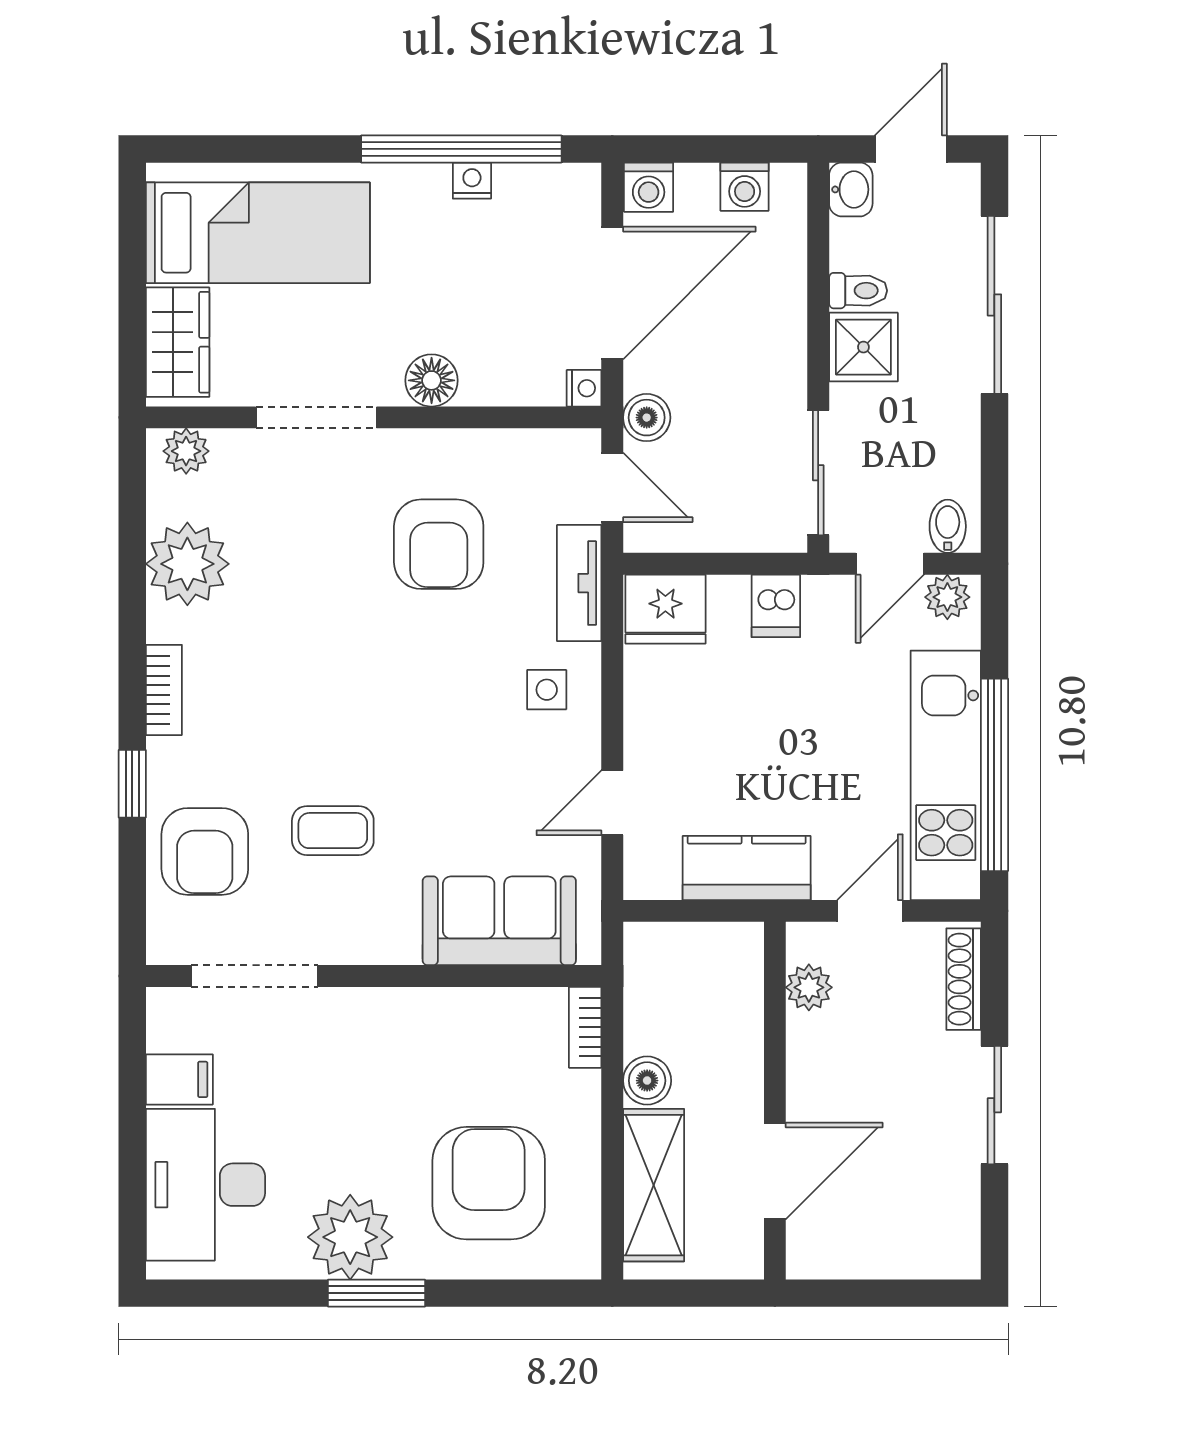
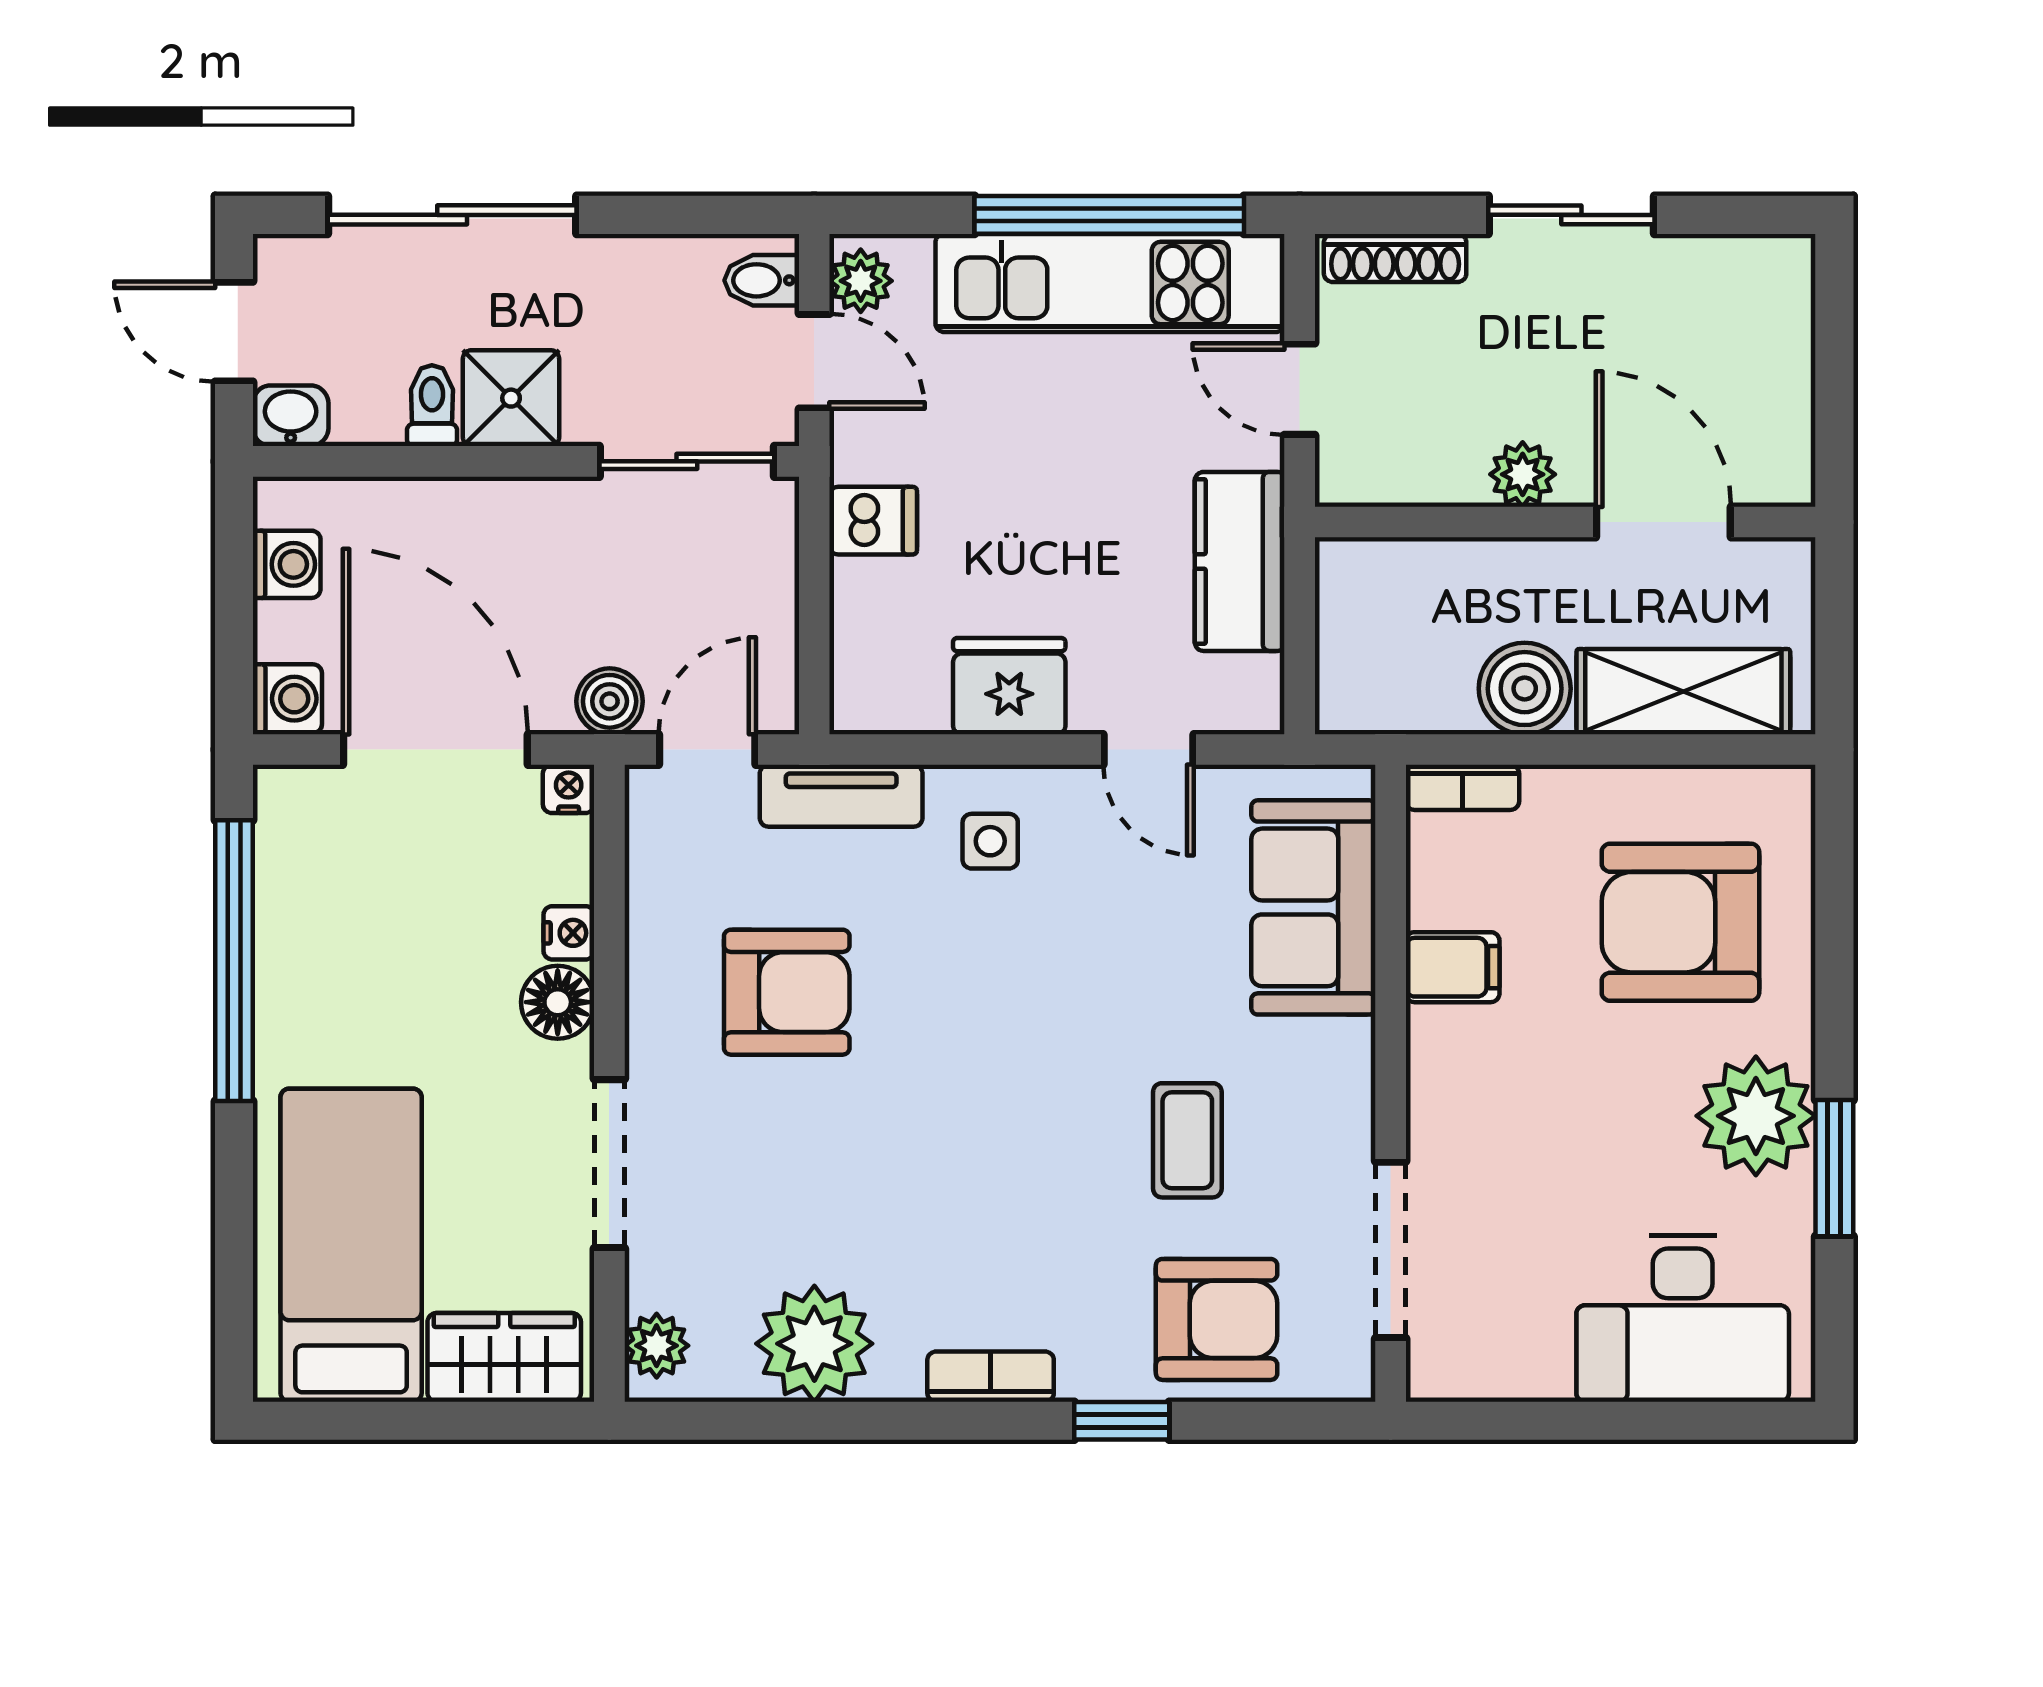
nightstand: (472, 181) -> (569, 933), moved, turned 180
fridge: (665, 609) -> (1009, 686), moved, turned -90
plant: (809, 987) -> (1523, 474), moved
filing cabinet: (179, 1079) -> (1453, 967), moved, turned 90
boiler: (647, 1081) -> (1525, 689), width x1.36, depth x1.36
window: (376, 1293) -> (1834, 1168), moved

